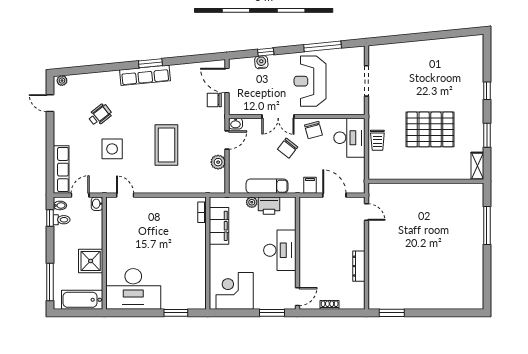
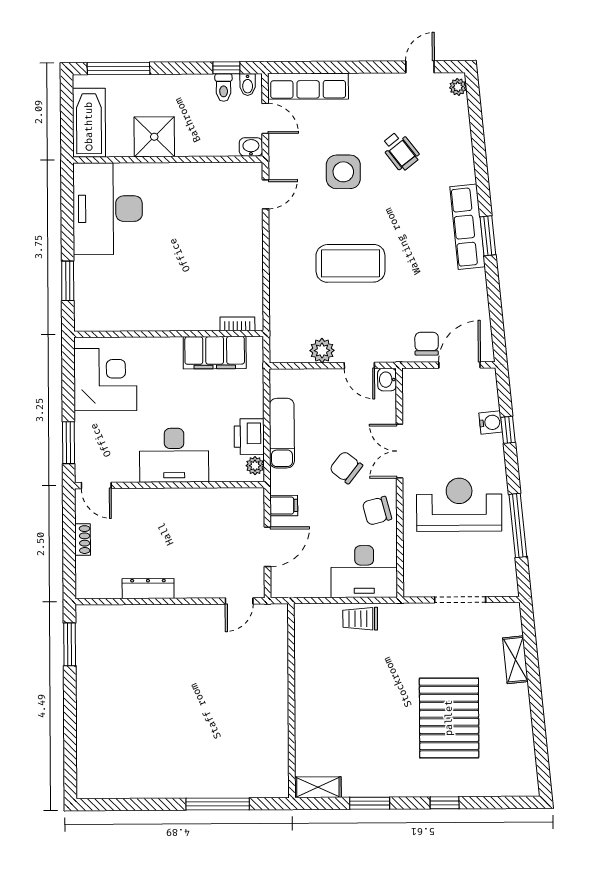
shelving: (402, 48) -> (515, 660), added
pallet: (430, 129) -> (449, 718), moved
plant: (252, 202) -> (255, 466), moved

